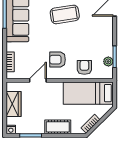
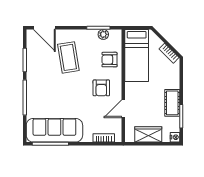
coffee table: (65, 14) -> (68, 57), moved
door: (38, 80) -> (123, 109), hinge flipped
cot: (58, 127) -> (172, 103), moved

